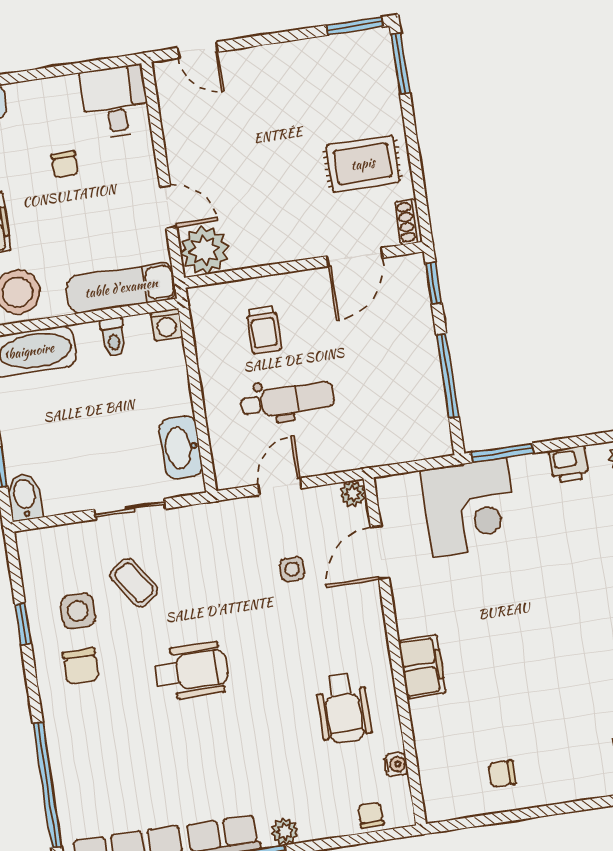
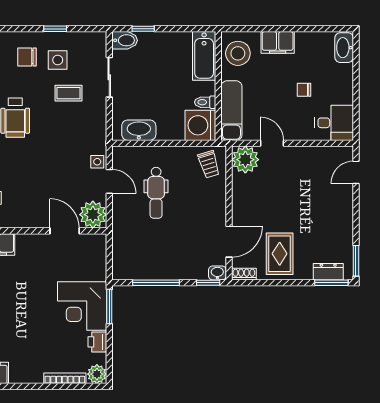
dresser: (382, 72) -> (328, 272), added
door: (168, 207) -> (272, 143), swing flipped
door: (355, 257) -> (229, 242), swing flipped
washbasin: (414, 269) -> (217, 273), added
washing machine: (166, 325) -> (200, 125), width x1.89, depth x1.89
trolley: (264, 330) -> (209, 164), moved, turned -107
plant: (353, 493) -> (93, 215), width x1.88, depth x1.88
corner desk: (470, 507) -> (82, 306), moved
sliding door: (130, 509) -> (109, 77), moved
side table: (292, 569) -> (97, 162), moved
coffee table: (134, 583) -> (68, 93), turned 34

